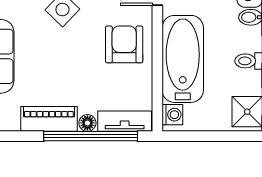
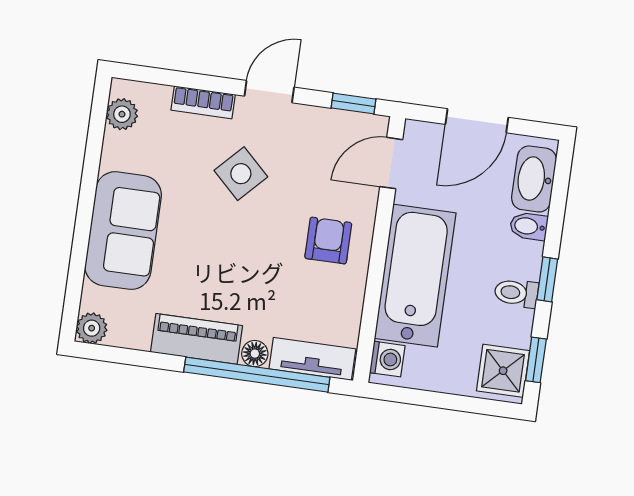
armchair: (124, 44) -> (328, 241), width x0.72, depth x0.72

